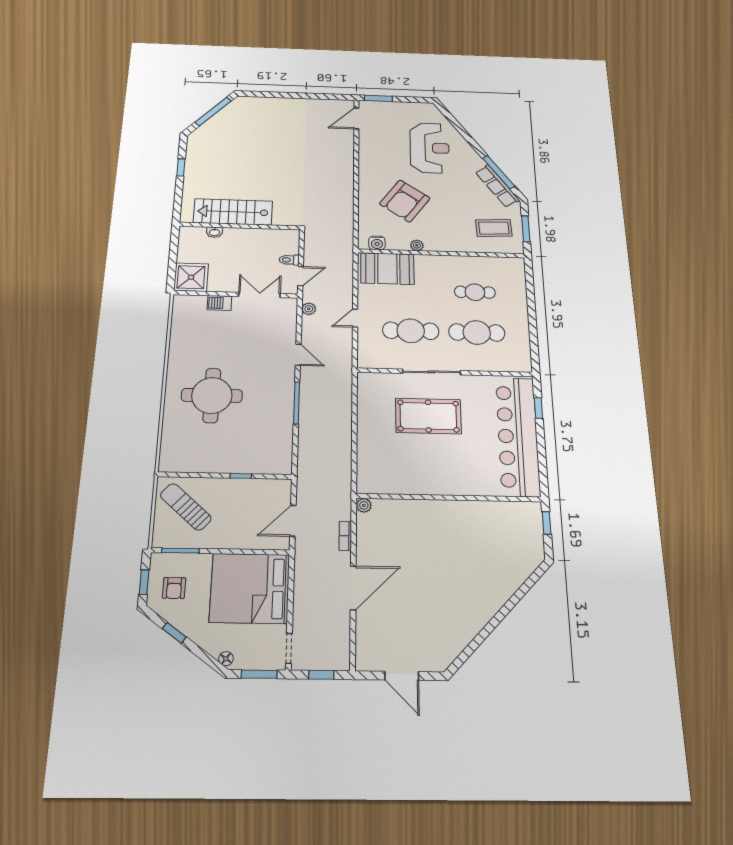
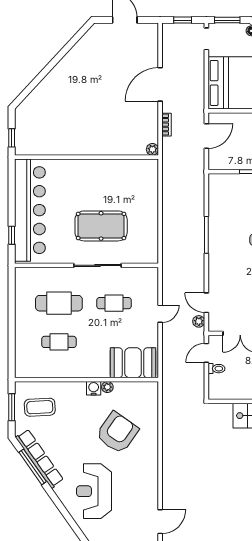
row of seats: (497, 186) -> (40, 459), width x1.36
water cooler: (377, 243) -> (94, 388), moved
cafe table: (411, 331) -> (114, 303), width x0.73, depth x0.74
door: (298, 355) -> (206, 303), moved

